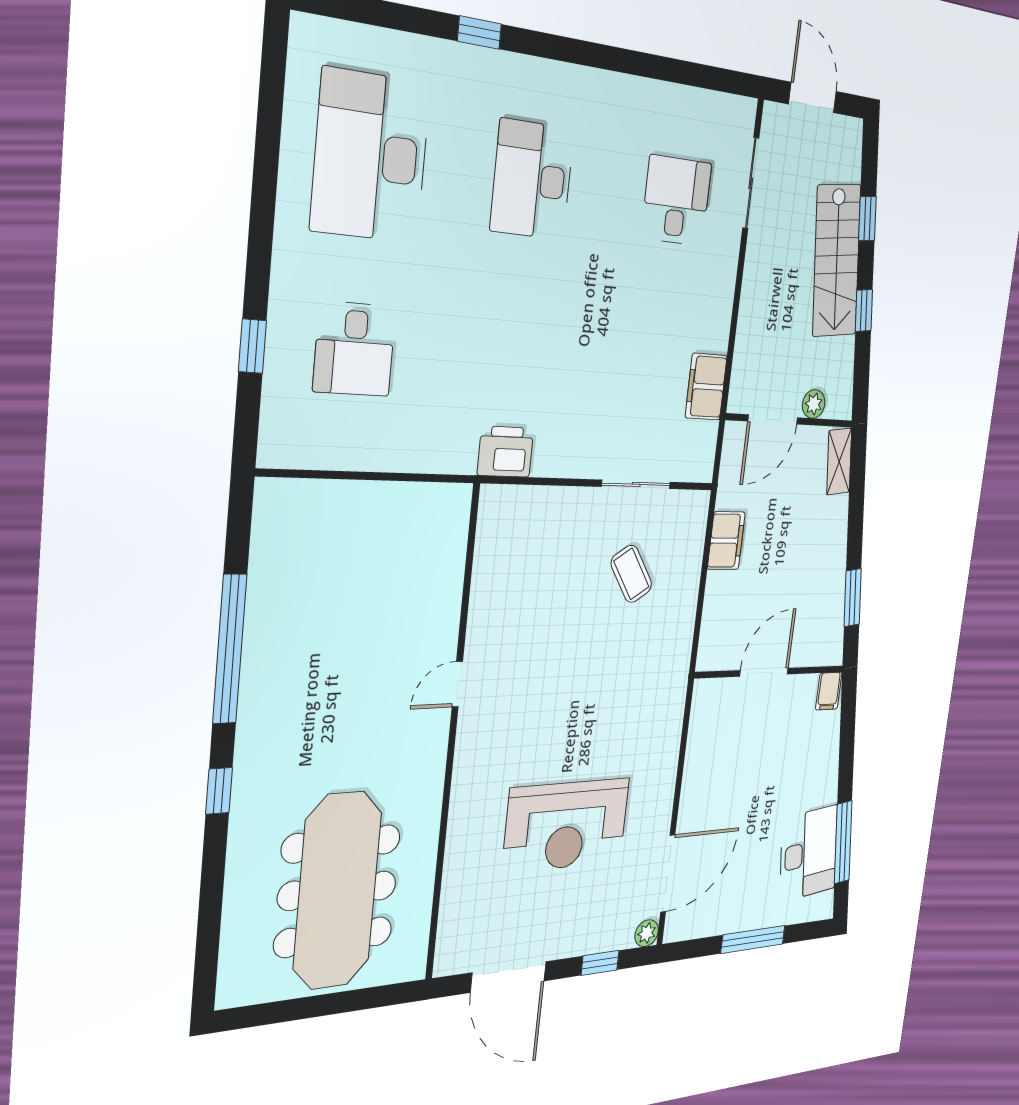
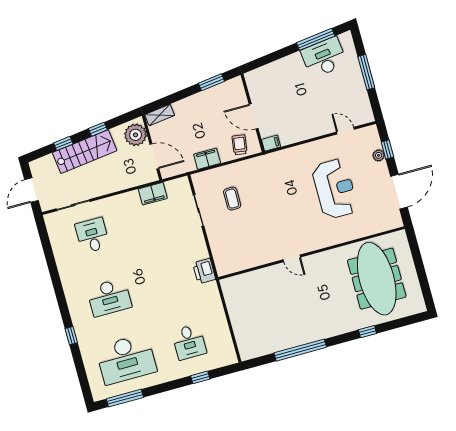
window: (270, 105) -> (125, 398), added
desk: (676, 200) -> (92, 235), turned 90
desk: (354, 349) -> (189, 342), turned 90
plant: (814, 404) -> (135, 135), width x1.87, depth x1.87
coffee table: (631, 574) -> (232, 199), turned -57
trolley: (725, 625) -> (240, 145), added
filing cabinet: (829, 691) -> (271, 143), moved
window: (219, 791) -> (367, 332), moved
door: (668, 873) -> (345, 131), width x0.53
meeting table: (337, 891) -> (377, 279), turned 90
plant: (647, 933) -> (379, 155), moved

